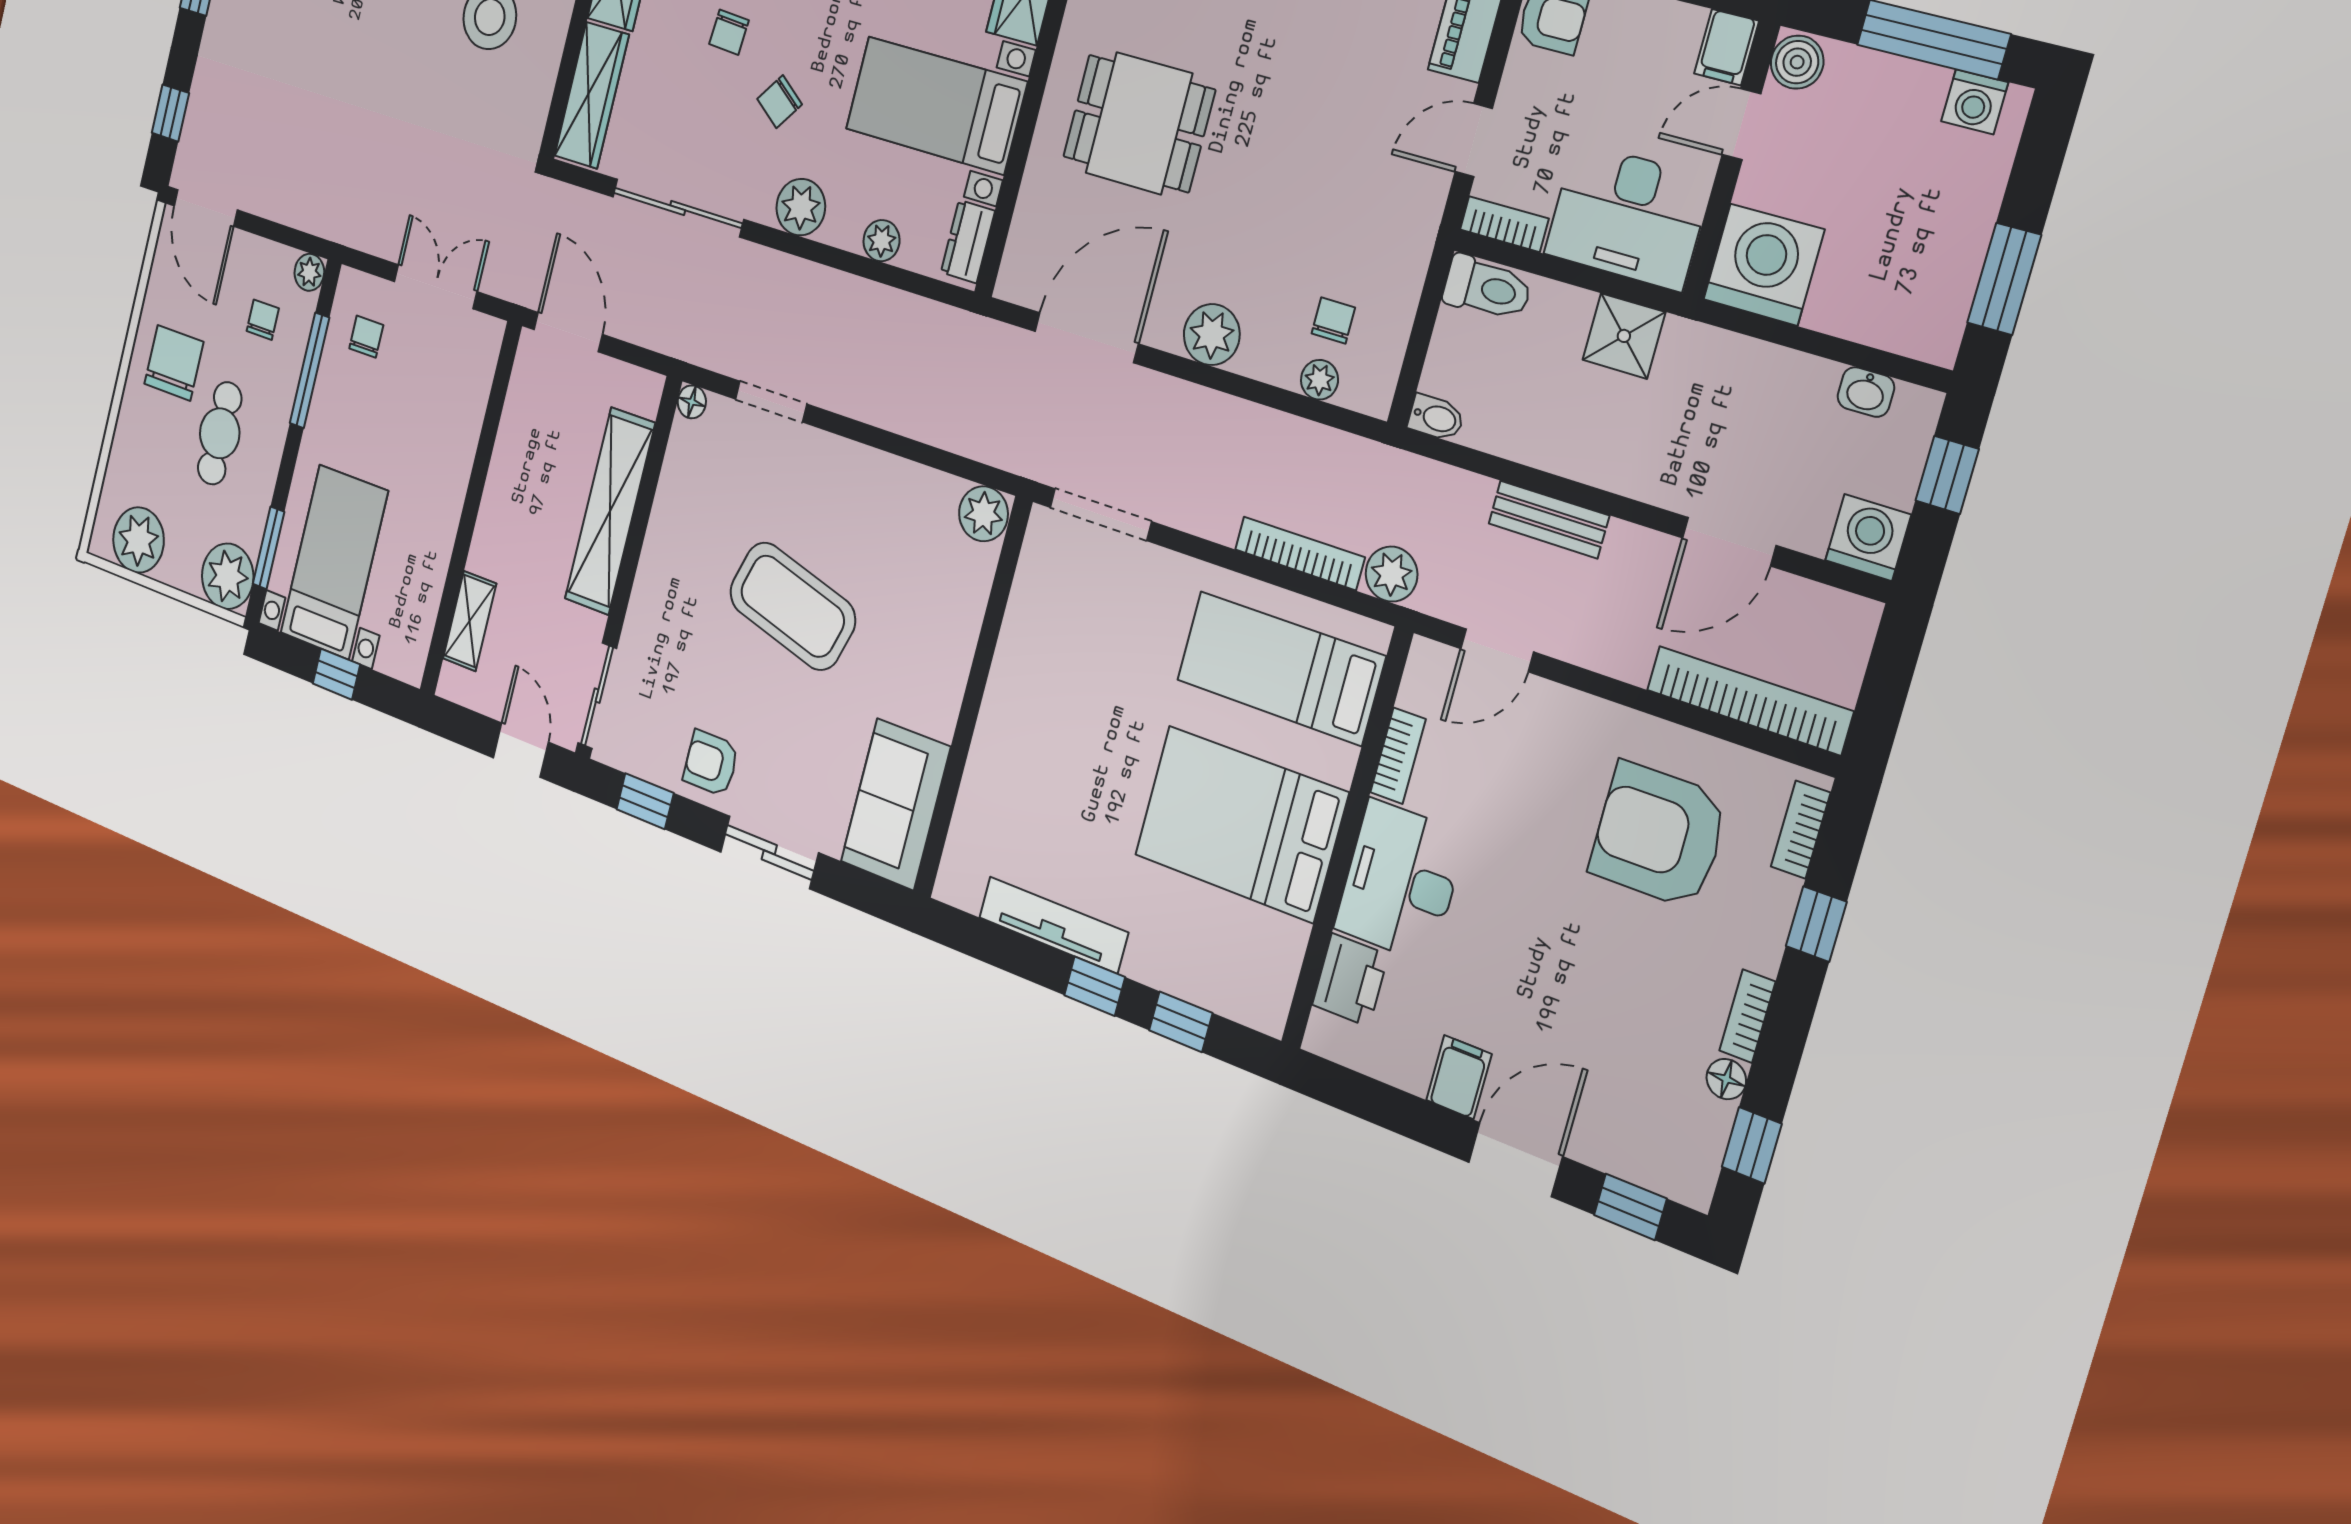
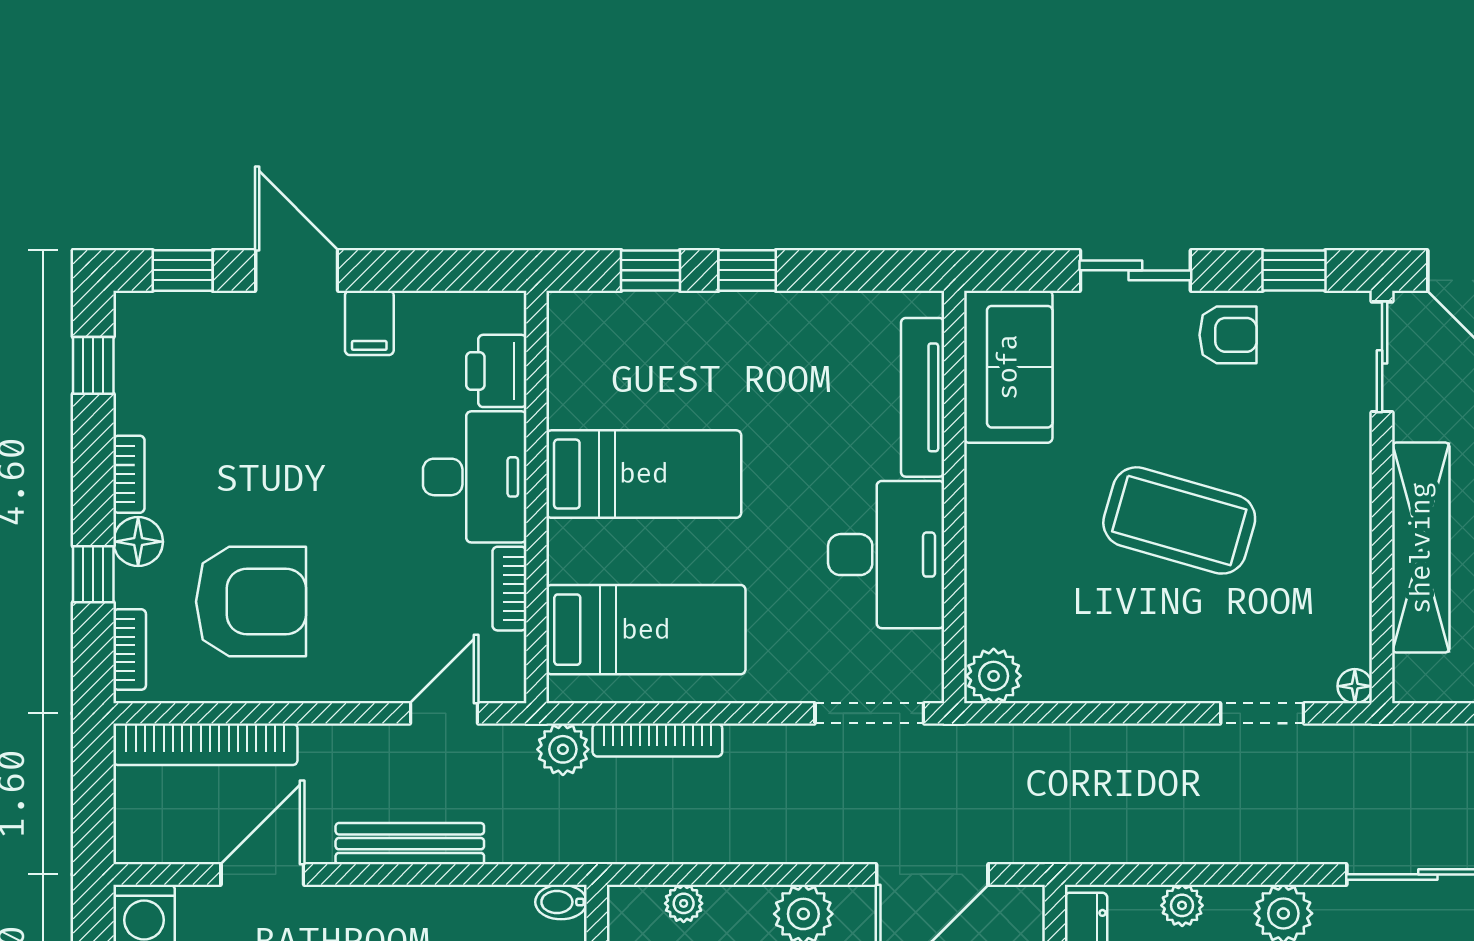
bench: (1549, 520) -> (410, 844), width x1.36
desk: (1045, 664) -> (886, 555), added
bed: (1241, 824) -> (644, 474), width x0.67
tv unit: (1053, 925) -> (923, 397), moved, turned 90
floor lamp: (1726, 1079) -> (138, 542), moved, width x1.37, depth x1.37
door: (1515, 1160) -> (297, 270), swing flipped

